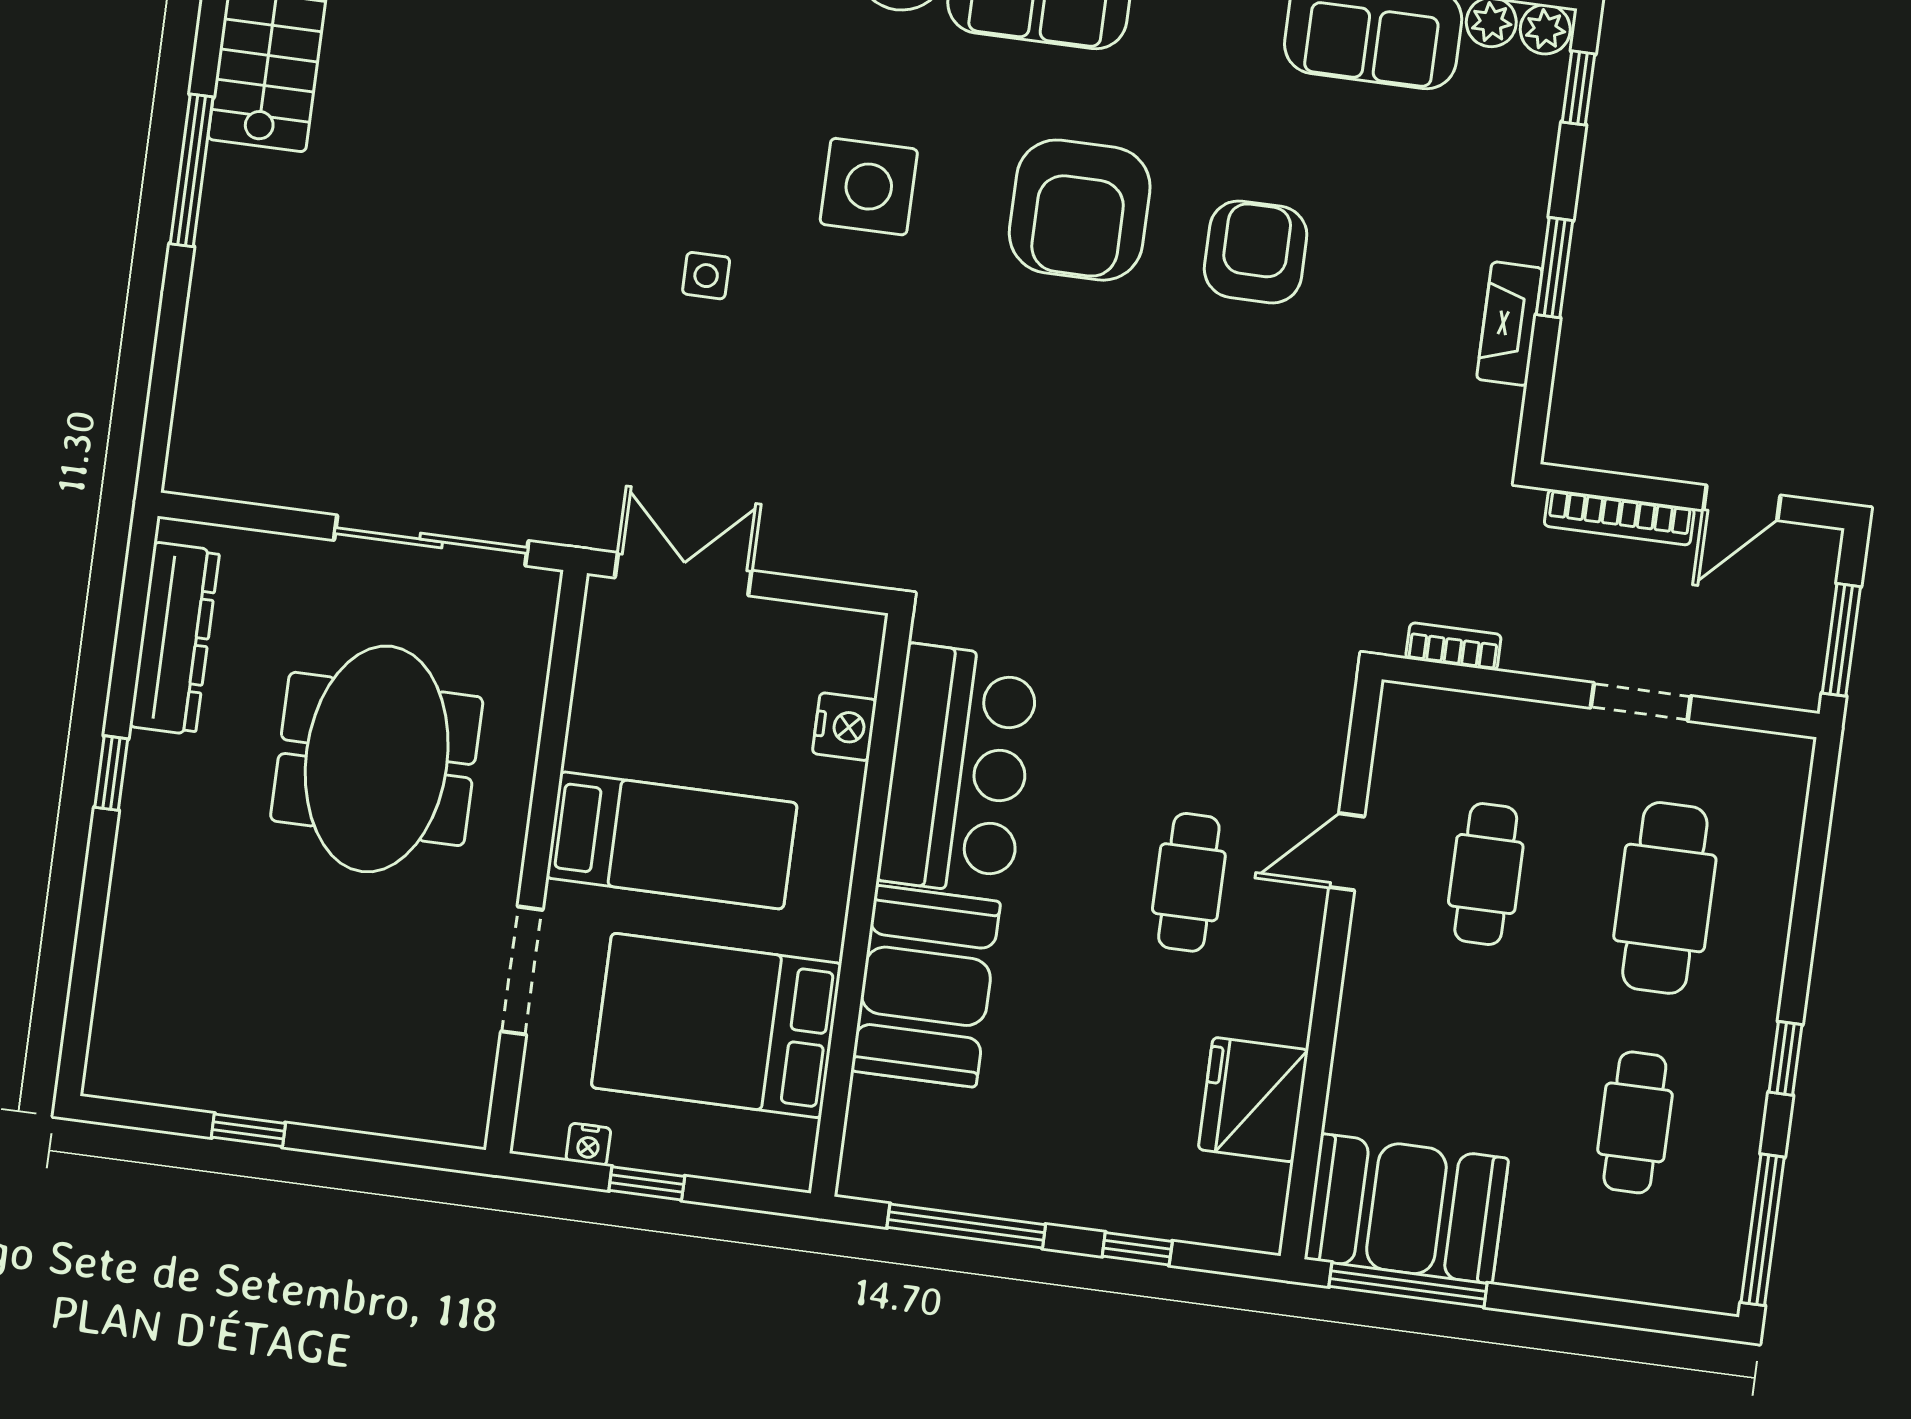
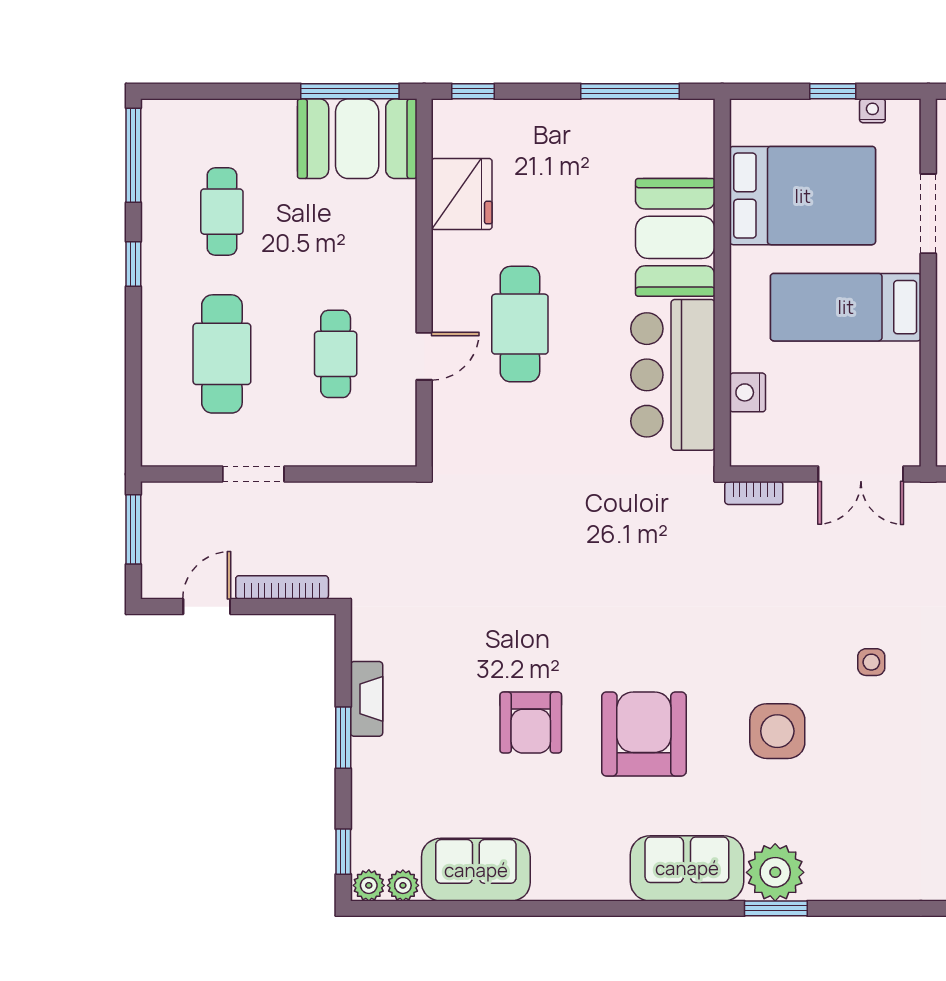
bookcase: (1453, 647) -> (754, 493), moved
cafe table: (1189, 882) -> (520, 324), width x1.37, depth x1.35
window: (1137, 1249) -> (473, 91), moved

